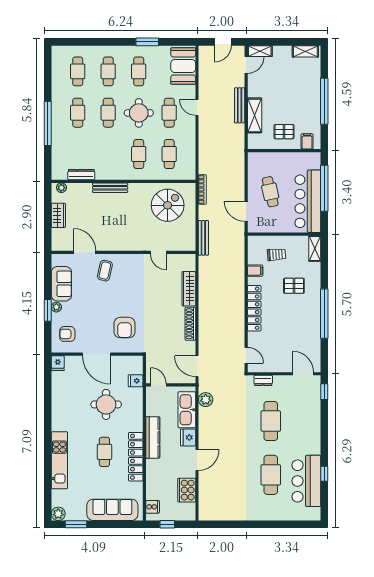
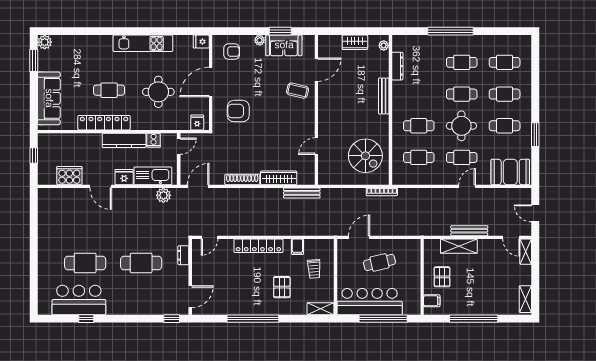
bench: (203, 238) -> (302, 193), moved
window: (48, 310) -> (280, 31), moved
armchair: (67, 334) -> (232, 51), turned 90
fridge: (136, 381) -> (197, 122), moved
kitchen unit: (59, 460) -> (143, 43), moved
cooker: (153, 507) -> (154, 140), moved

